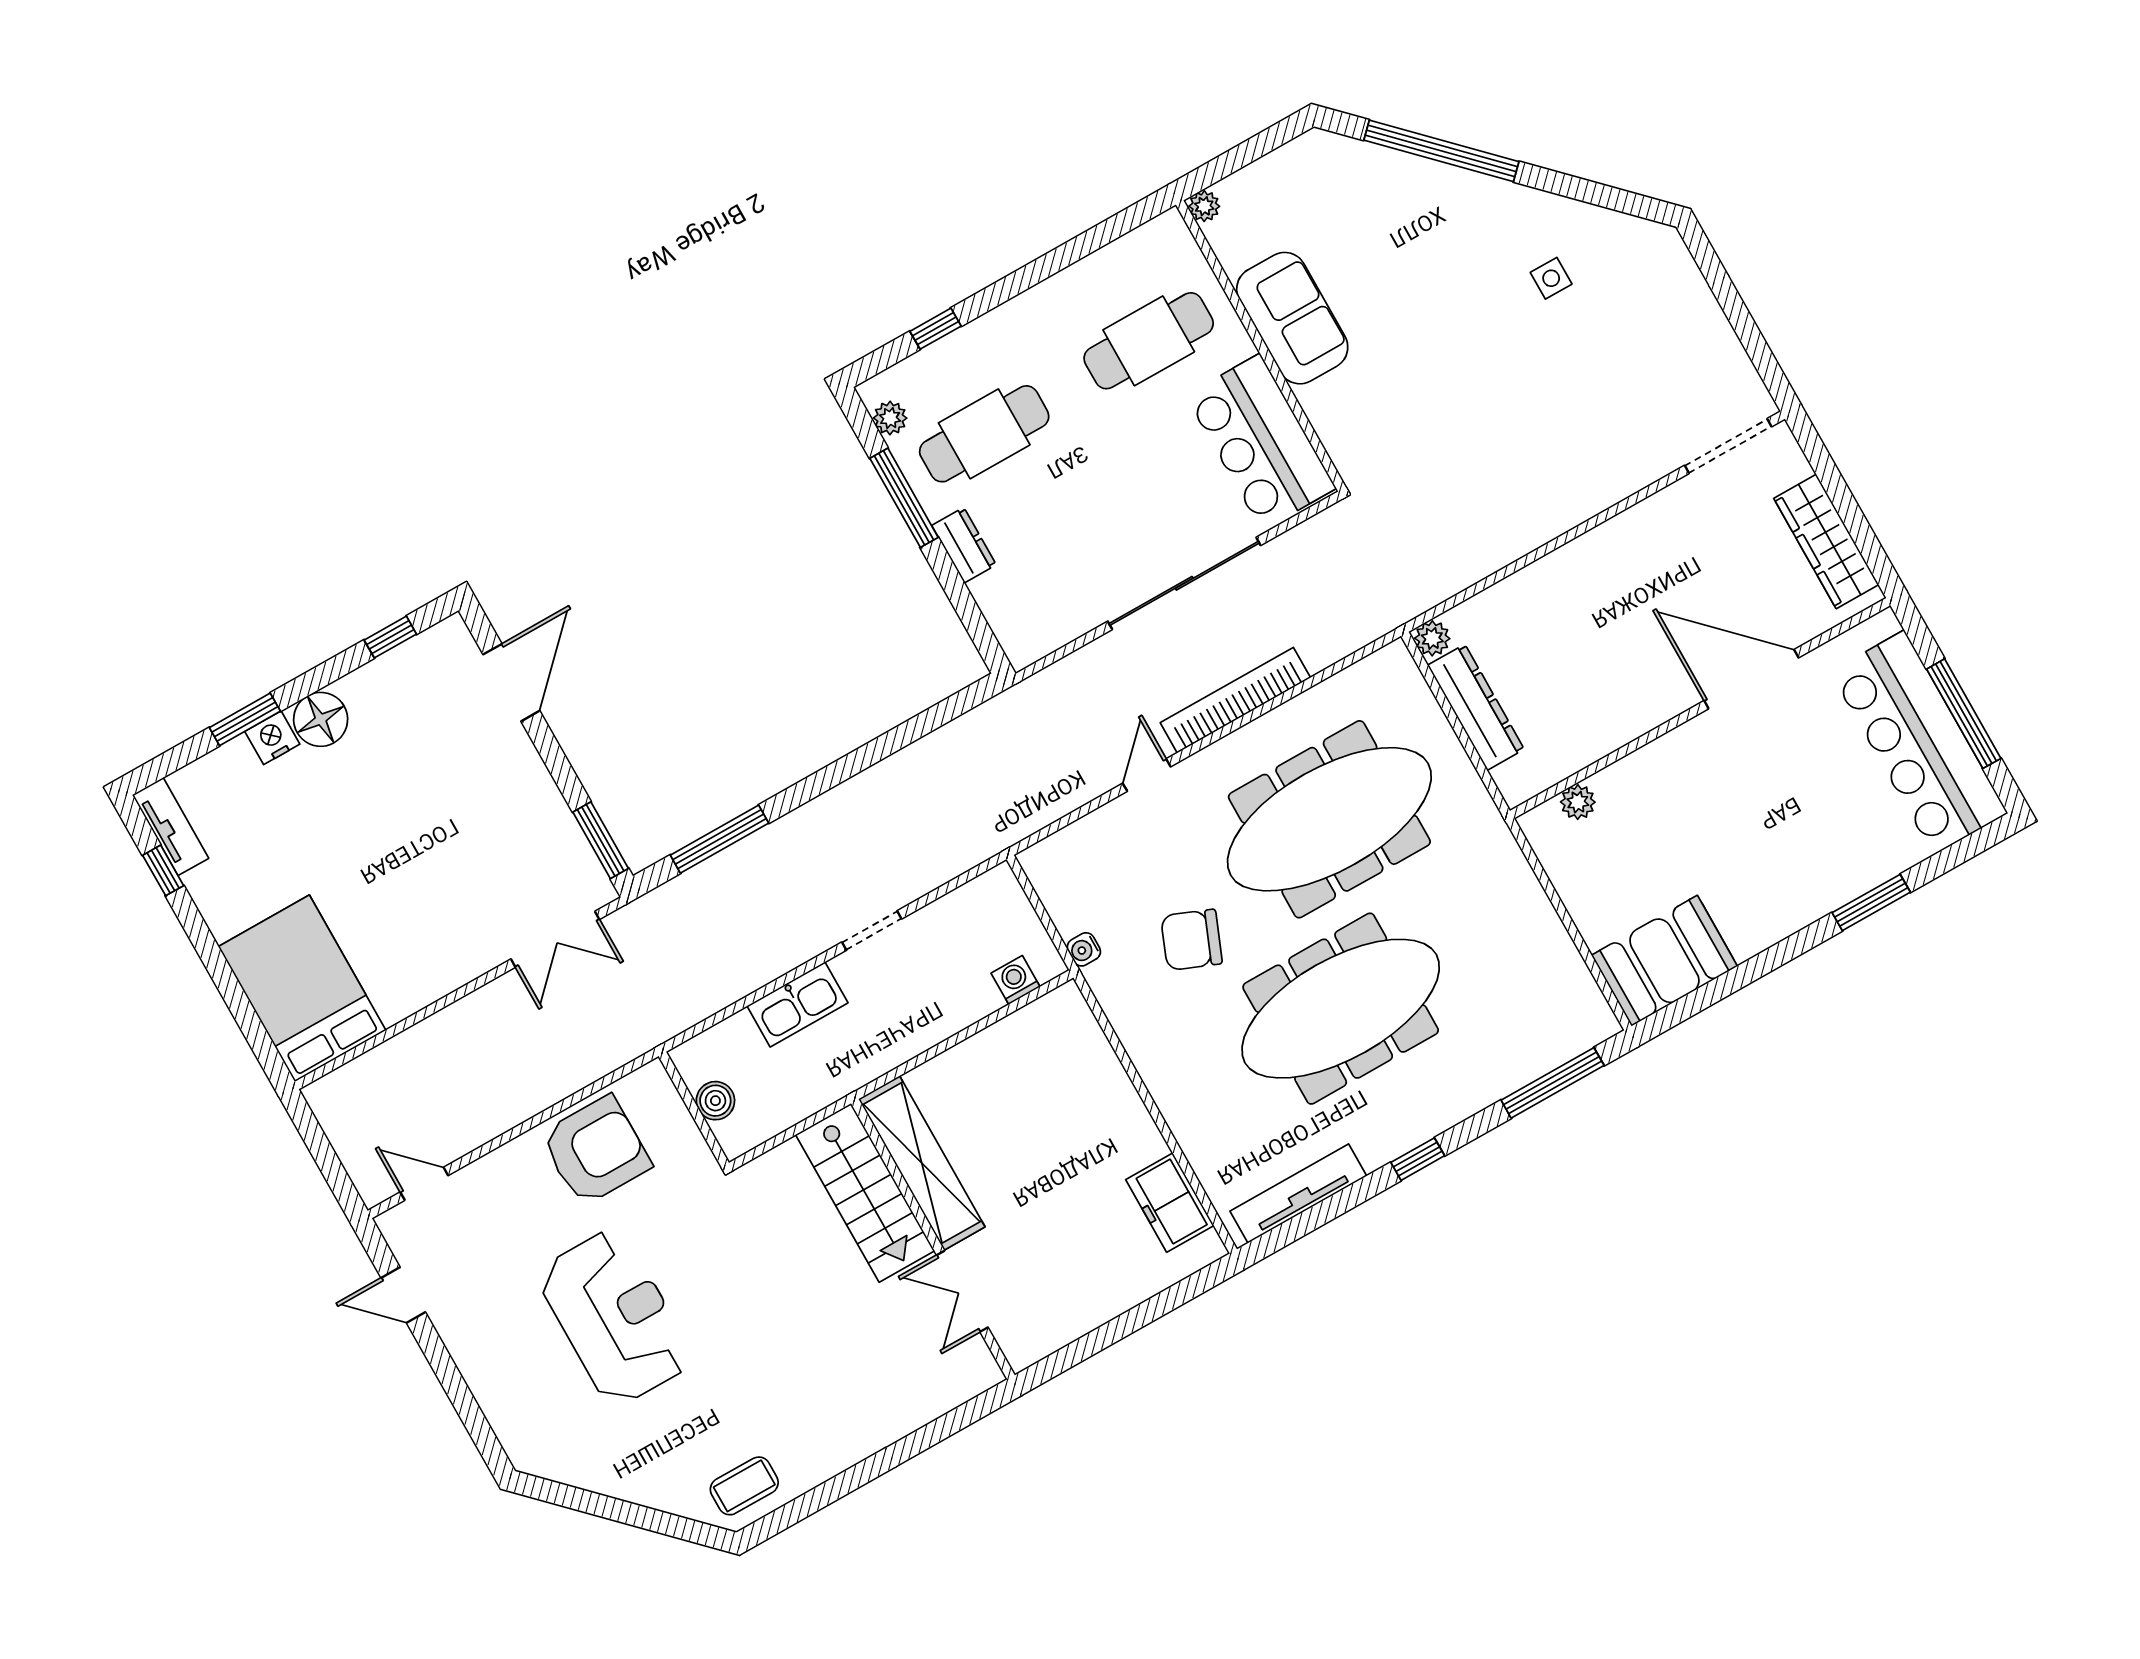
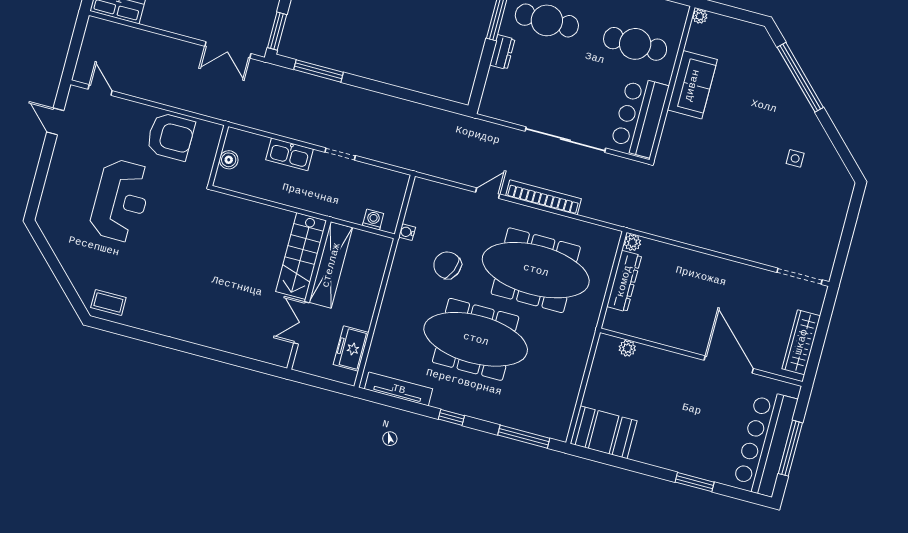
shelving: (922, 1163) -> (331, 265), moved
stairs: (865, 1193) -> (301, 256), moved
wall: (933, 1239) -> (309, 295), moved
double door: (962, 1291) -> (301, 323), moved

